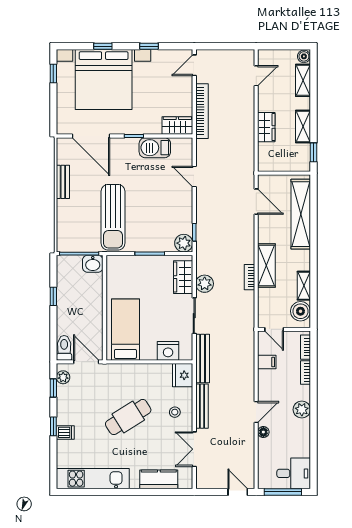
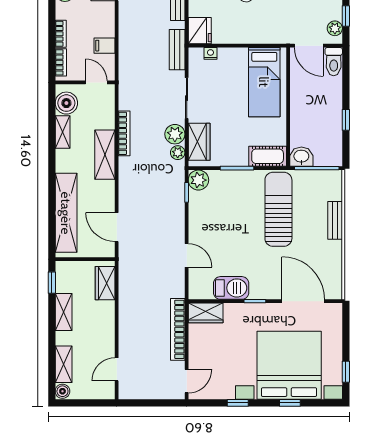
wardrobe: (266, 127) -> (105, 283), moved
bench: (63, 182) -> (335, 220), moved
cot: (123, 264) -> (268, 156), added
plant: (202, 267) -> (178, 153), added
bookcase: (249, 277) -> (124, 133), width x1.56
nightstand: (168, 351) -> (210, 53), width x0.53, depth x0.56
bench: (203, 358) -> (177, 50), width x0.73

